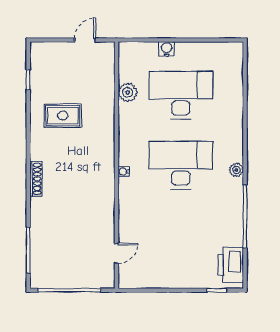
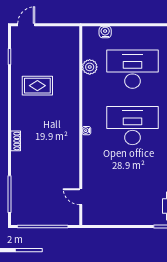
door: (85, 40) -> (26, 25), moved
water cooler: (167, 49) -> (105, 32), moved
shoe rack: (36, 179) -> (16, 141), width x0.70
door: (117, 253) -> (81, 197), swing flipped

